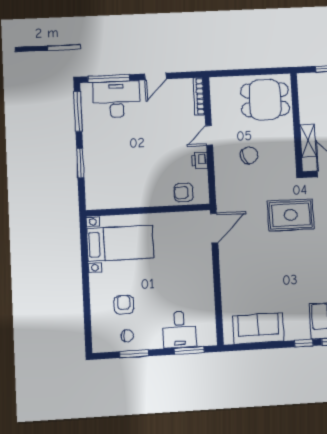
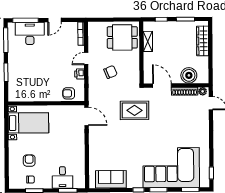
shelving: (308, 141) -> (148, 41), moved
door: (214, 228) -> (87, 116), hinge flipped

